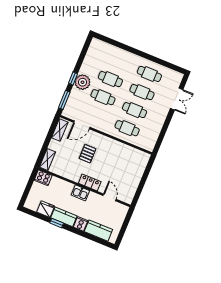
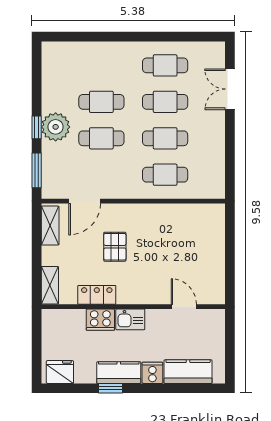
double door: (177, 99) -> (230, 89), swing flipped
cooker: (43, 178) -> (100, 320), moved
locker: (90, 182) -> (97, 295), moved
fridge: (46, 209) -> (60, 372), moved

